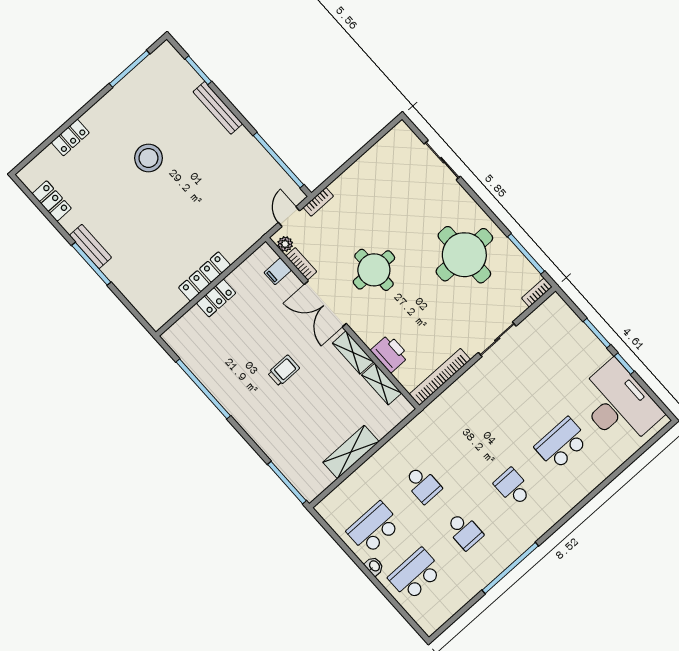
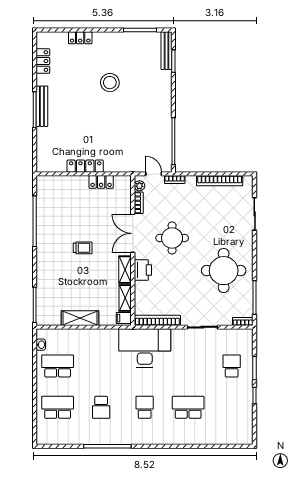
bench: (218, 108) -> (166, 51), moved
bookcase: (370, 158) -> (220, 181), added
door: (289, 217) -> (154, 174), hinge flipped
bench: (90, 246) -> (42, 106), width x1.36
filing cabinet: (278, 271) -> (124, 318), moved
locker: (216, 298) -> (101, 182), moved
printer: (390, 353) -> (143, 270), moved
desk: (618, 405) -> (145, 348), moved, turned -90
school desk: (423, 484) -> (232, 366), moved, turned 180
washbasin: (374, 566) -> (41, 345), moved

